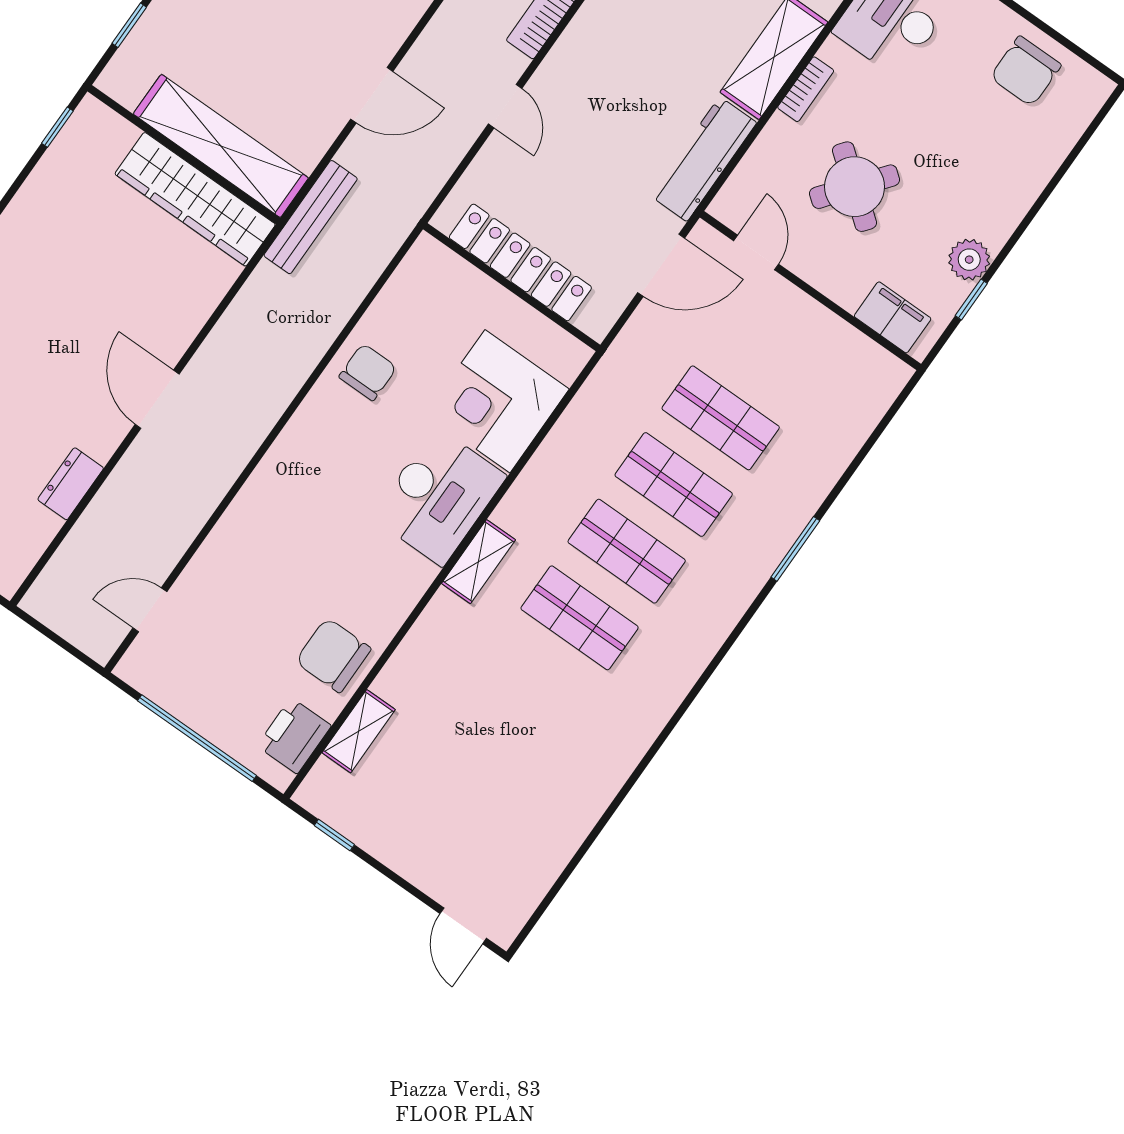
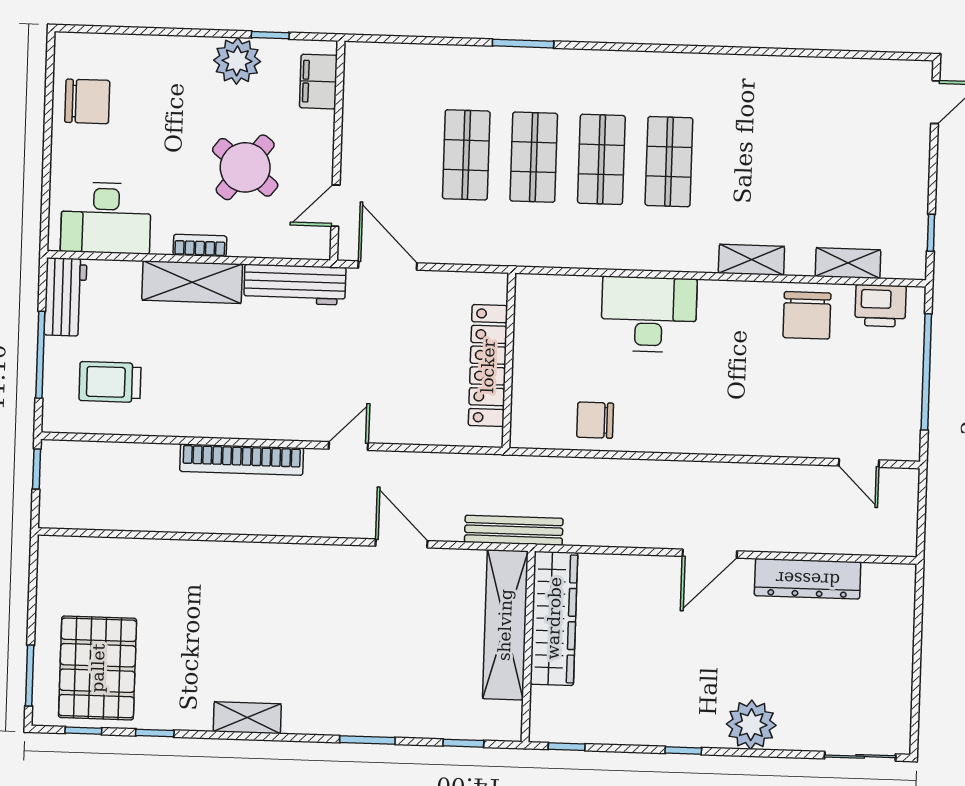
plant: (969, 260) -> (237, 61), width x1.36, depth x1.36
locker: (520, 262) -> (488, 366), moved
wall: (512, 287) -> (509, 360), moved
corner desk: (497, 401) -> (556, 317), removed
dresser: (71, 484) -> (808, 579), width x1.96, depth x1.24
shelving: (479, 562) -> (751, 260), moved

